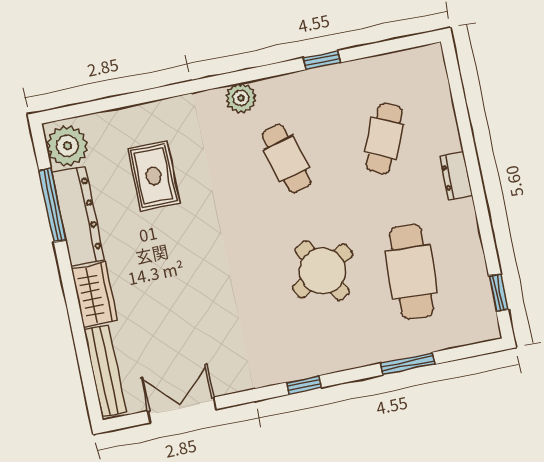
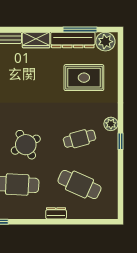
window: (322, 60) -> (120, 141), moved
cafe table: (384, 139) -> (79, 185), width x1.37, depth x1.35
rug: (154, 176) -> (84, 78), width x1.36, depth x1.43

